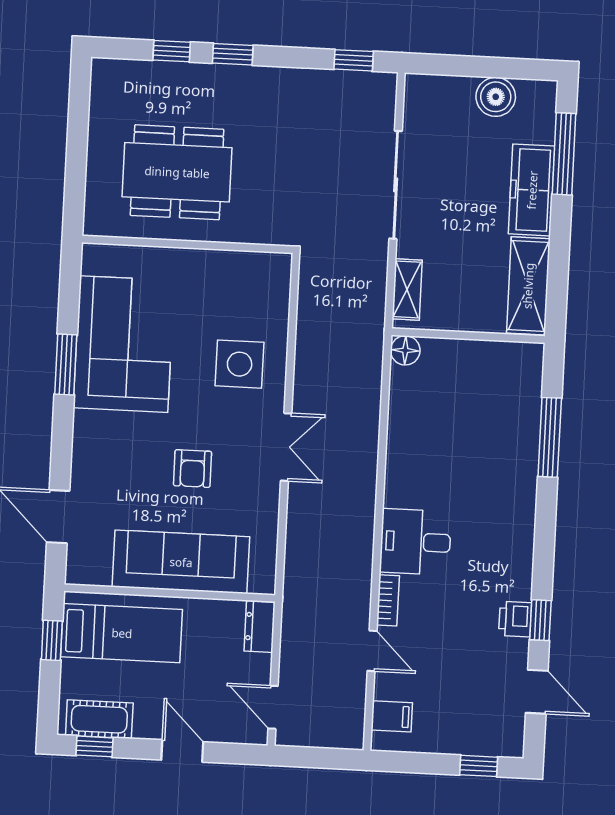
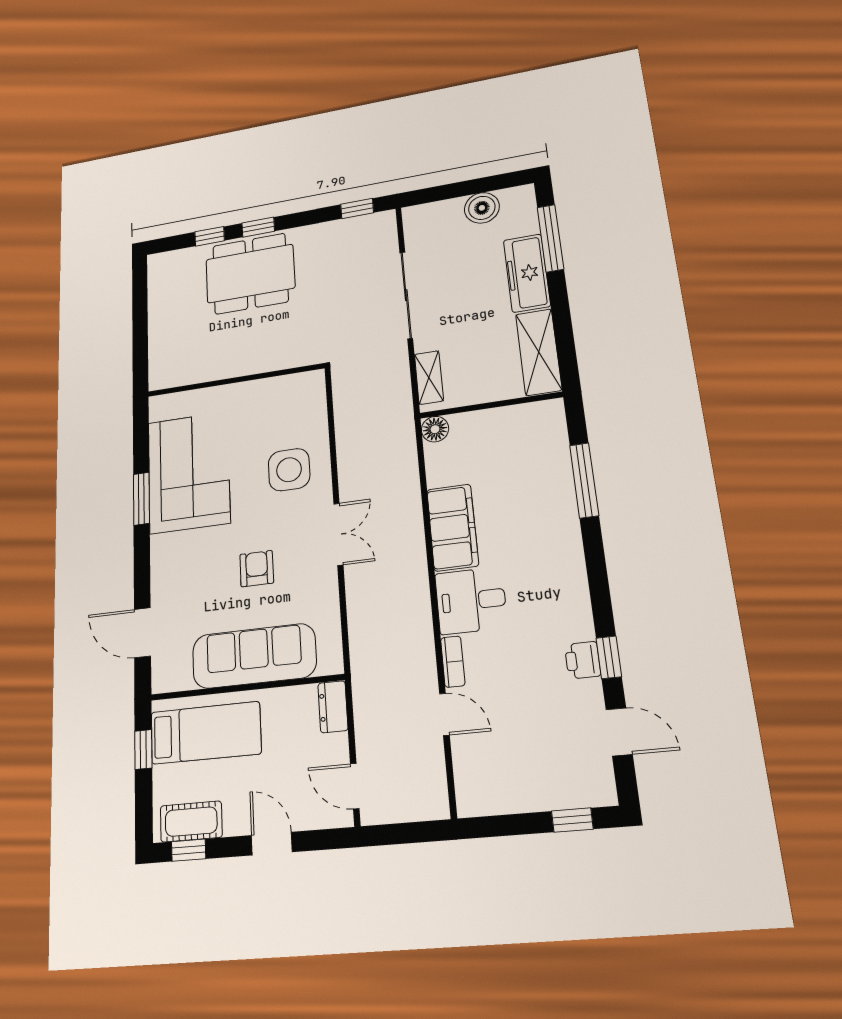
dining table: (177, 172) -> (250, 274), moved
armchair: (193, 469) -> (257, 569), turned 180
filing cabinet: (392, 716) -> (453, 527), moved, width x3.00, depth x1.17

